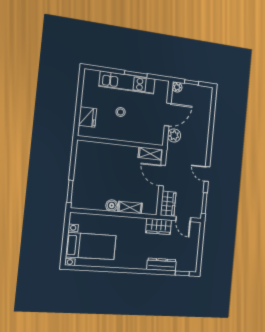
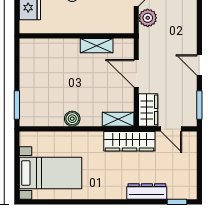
shelving: (151, 154) -> (97, 46), moved
shelving: (130, 207) -> (118, 119), moved
wardrobe: (159, 226) -> (129, 141), width x1.50

